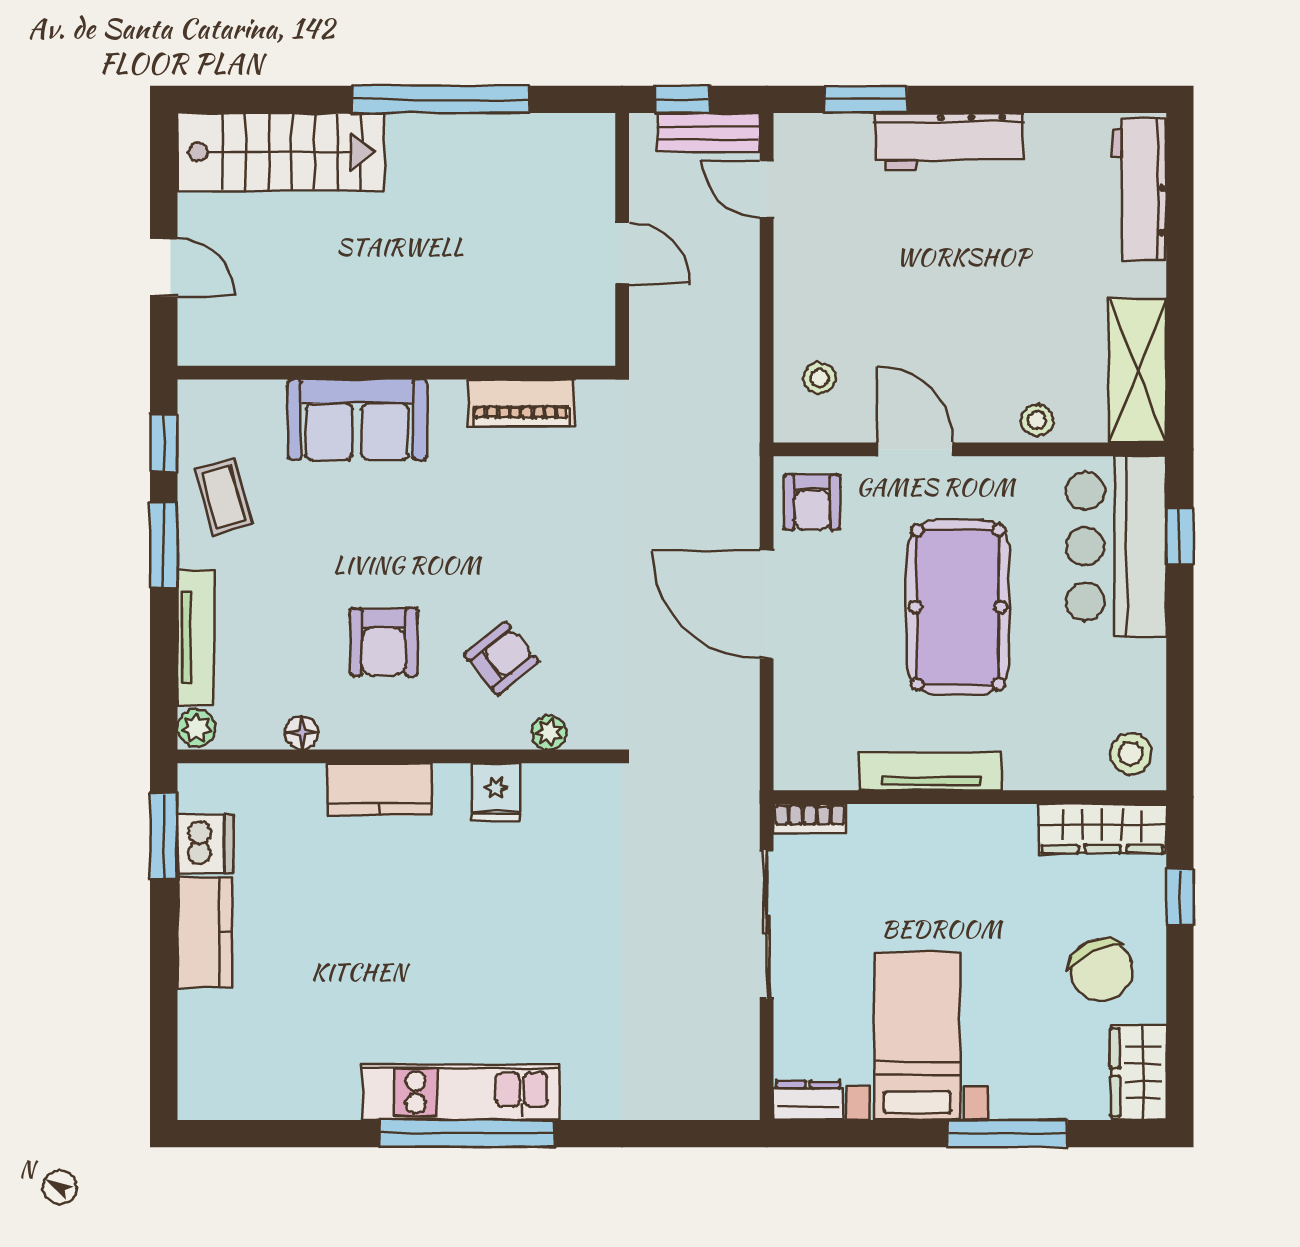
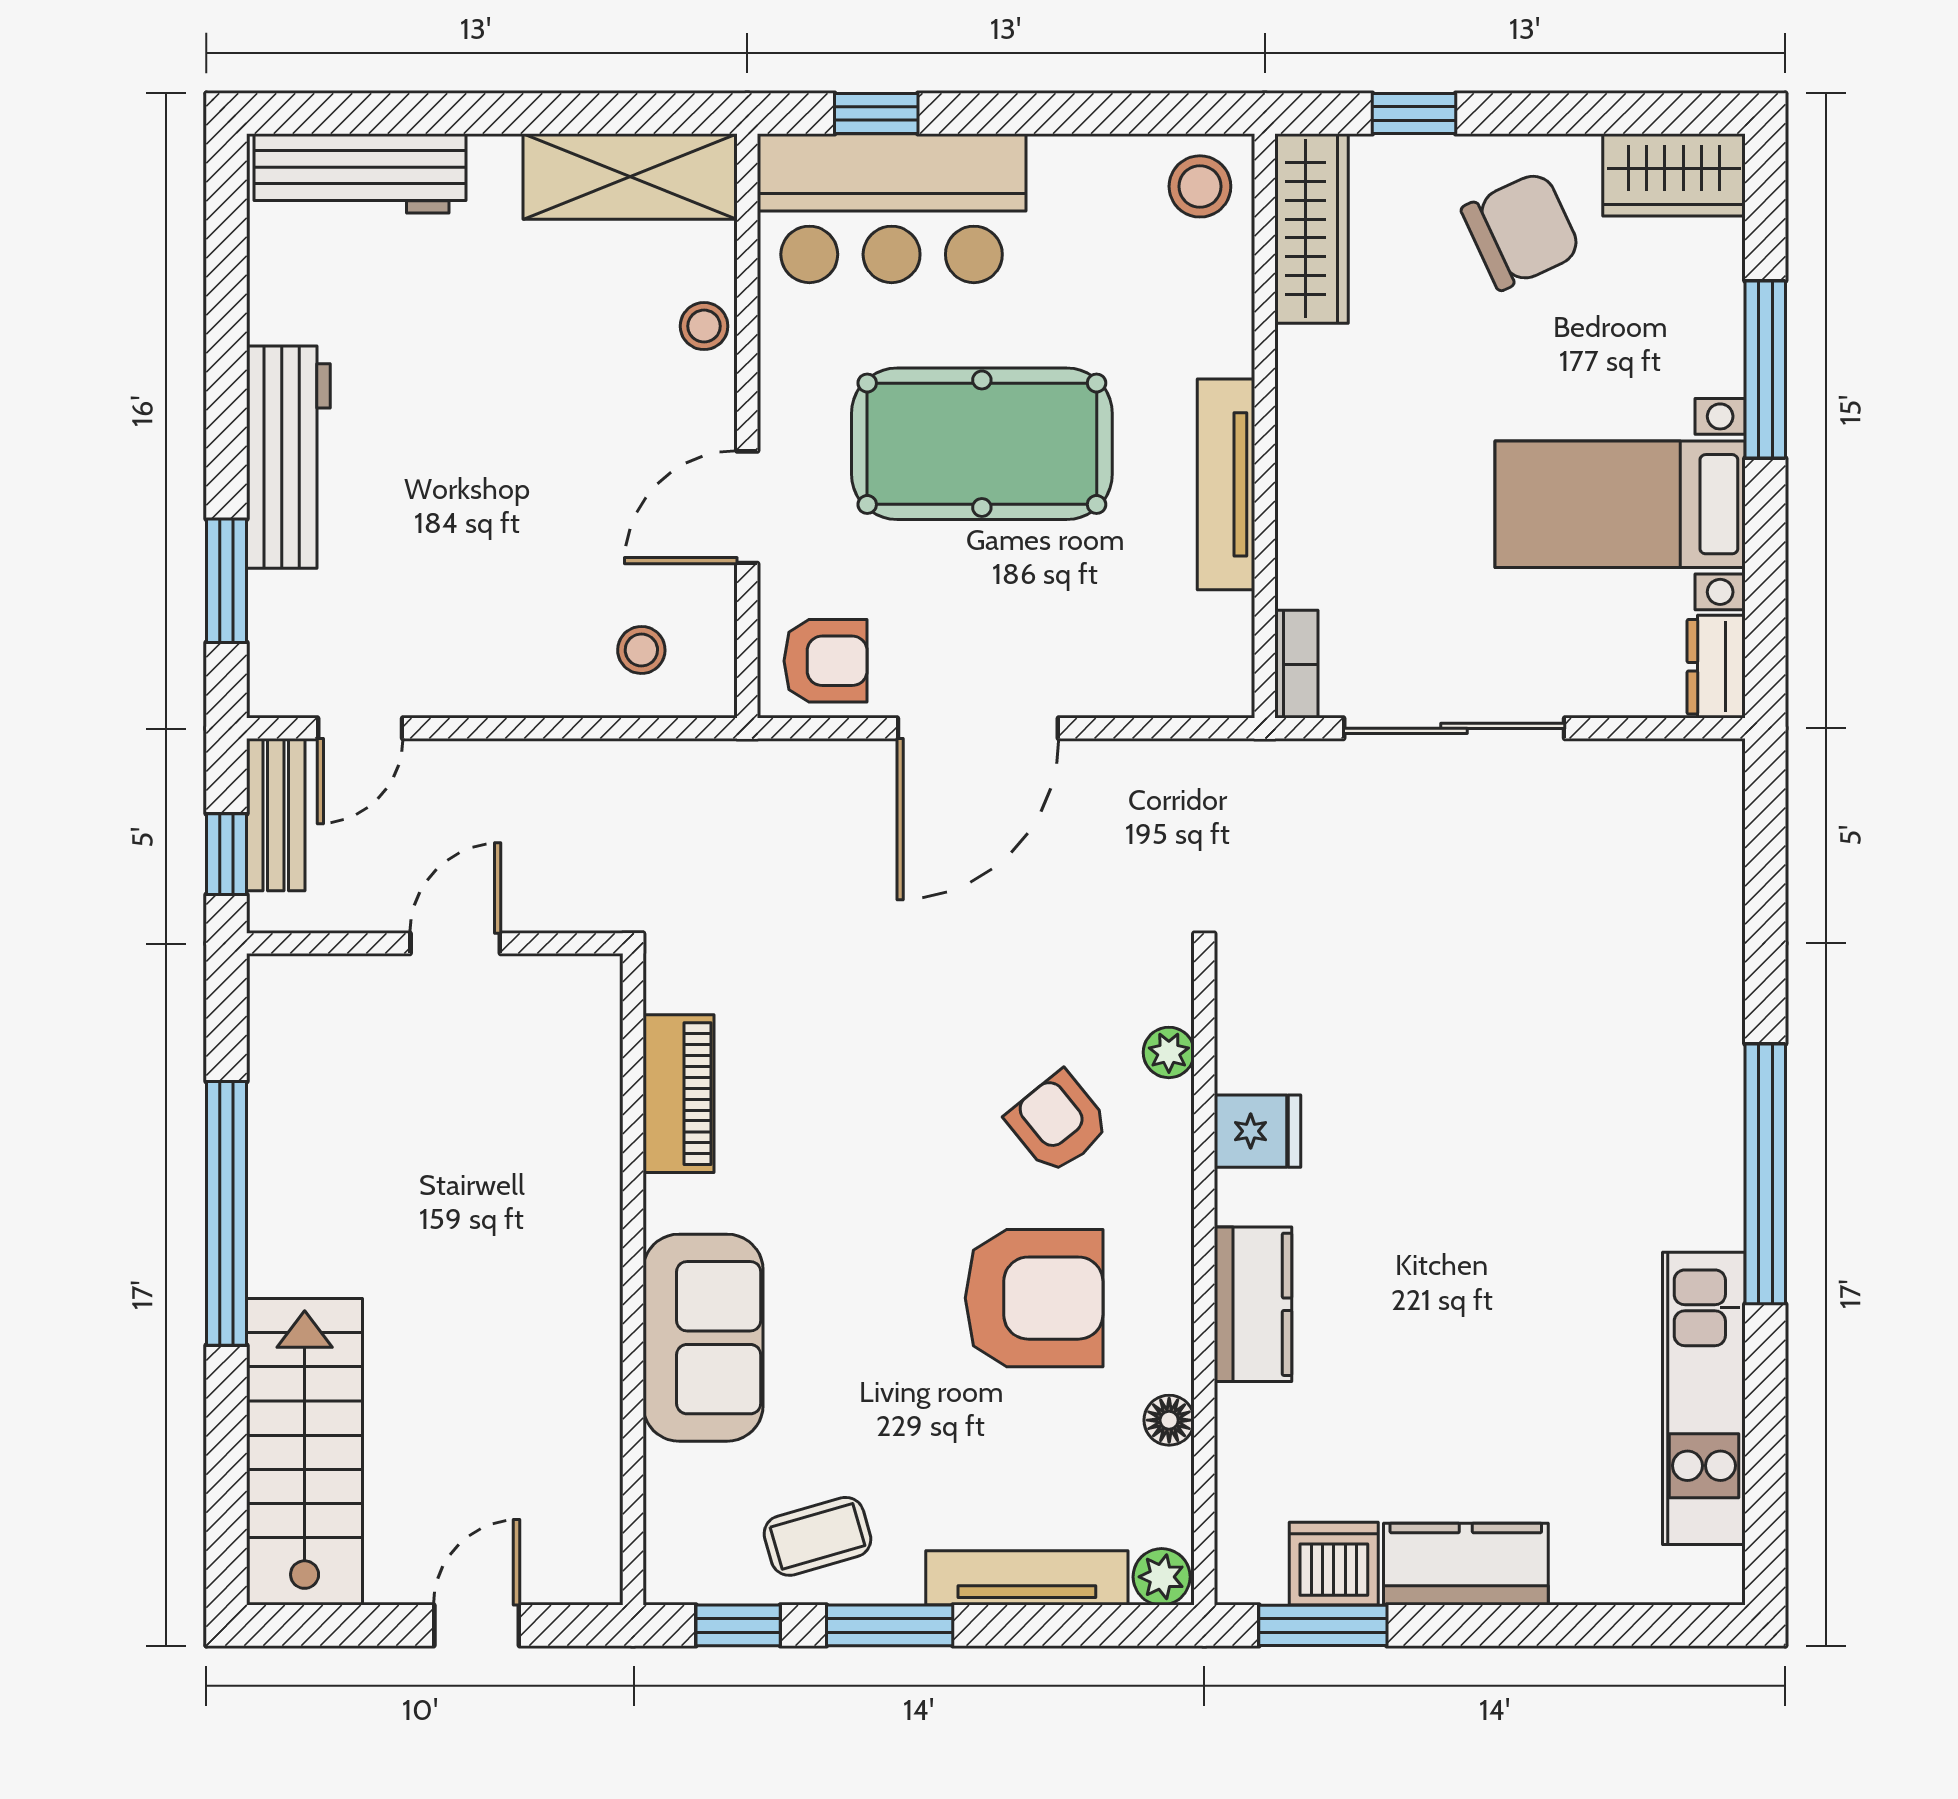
armchair: (384, 642) -> (1034, 1298), width x1.36, depth x1.36
kitchen unit: (461, 1092) -> (1704, 1398), moved

